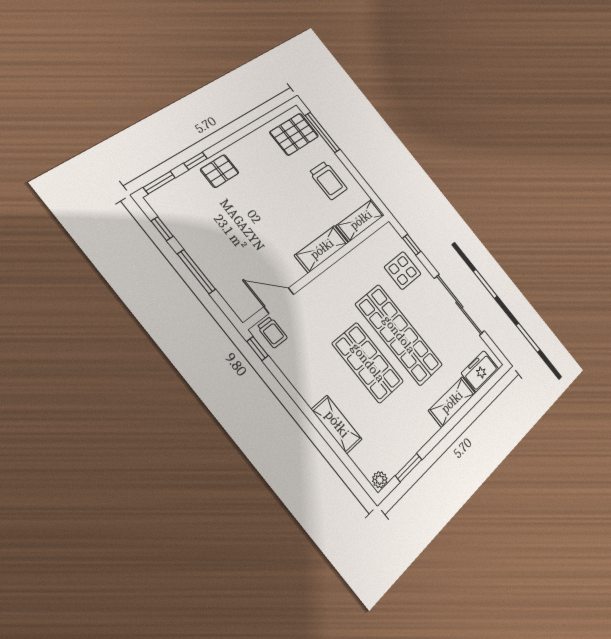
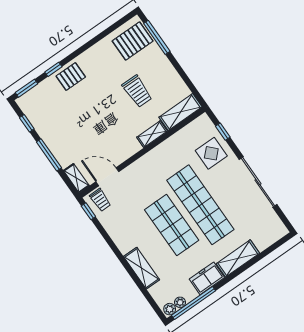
trolley: (328, 180) -> (137, 91), moved
shelving: (322, 249) -> (152, 134), width x0.67, depth x0.75
shelving: (237, 303) -> (76, 178), added
freezer: (480, 371) -> (207, 278), moved
window: (409, 468) -> (194, 303), width x2.11
plant: (392, 469) -> (180, 302), added

